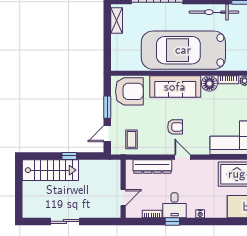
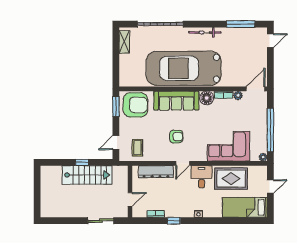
bicycle: (214, 12) -> (205, 32), width x0.73, depth x0.71
window: (107, 107) -> (116, 106), moved
door: (182, 157) -> (183, 163), swing flipped
stairs: (50, 170) -> (87, 175), moved
desk: (175, 205) -> (202, 177), moved, turned 180
sliding door: (65, 221) -> (101, 221), moved

